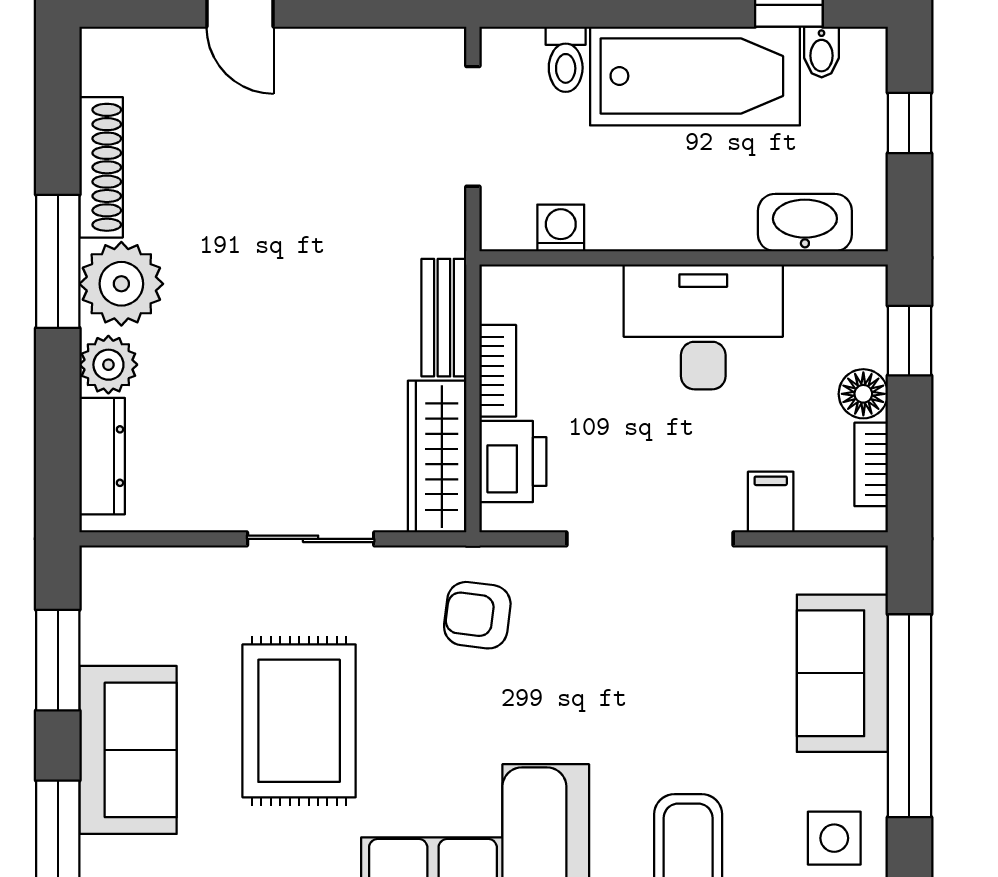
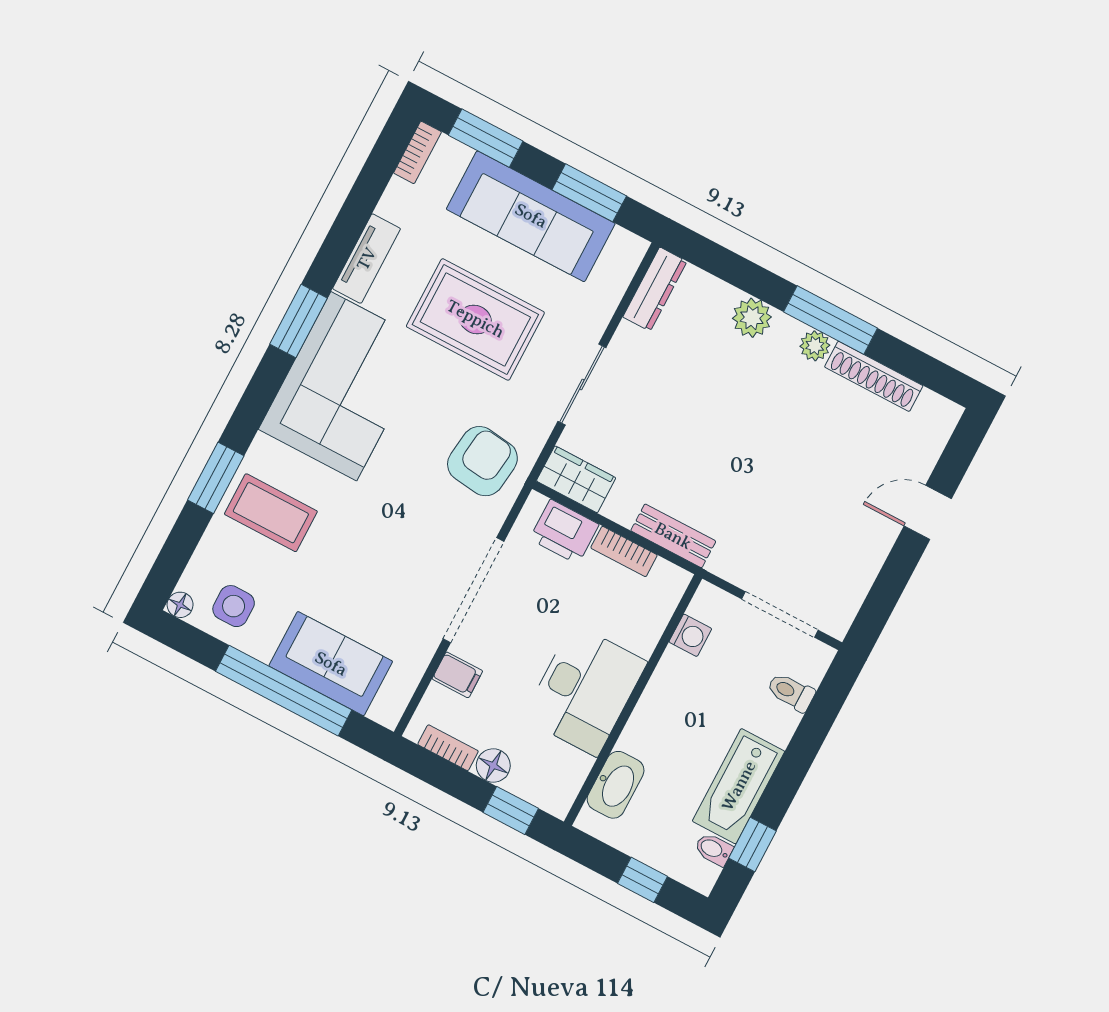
bathtub: (695, 76) -> (739, 786), width x0.73, depth x0.73
plant: (121, 284) -> (815, 346), width x0.53, depth x0.53
dresser: (102, 456) -> (655, 289), moved, turned -90
wardrobe: (437, 457) -> (576, 479), width x0.67
armchair: (477, 615) -> (482, 461), width x1.38, depth x1.38
sofa: (128, 750) -> (531, 216), width x1.36

